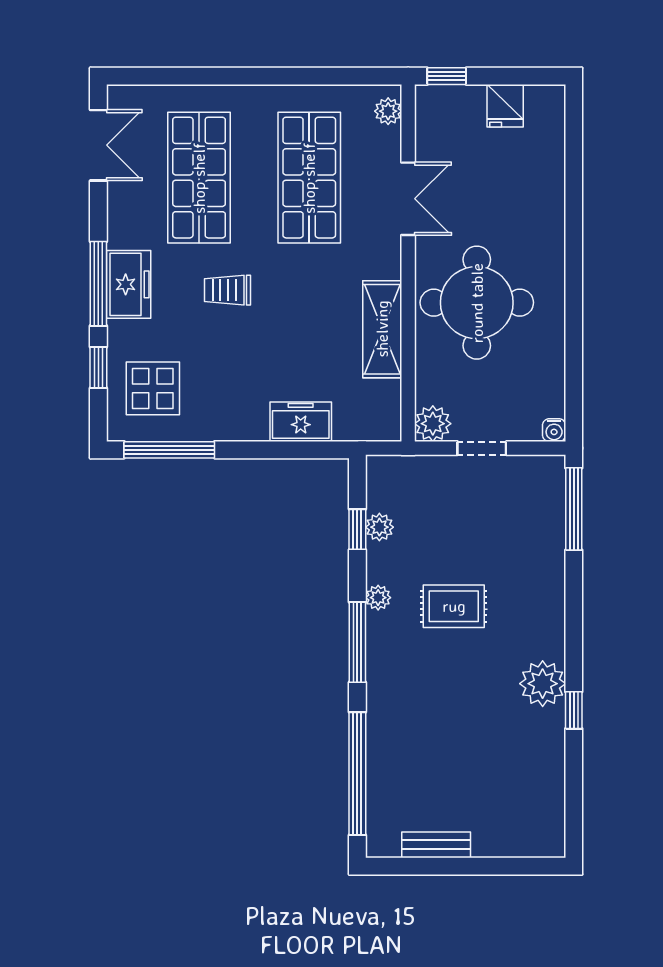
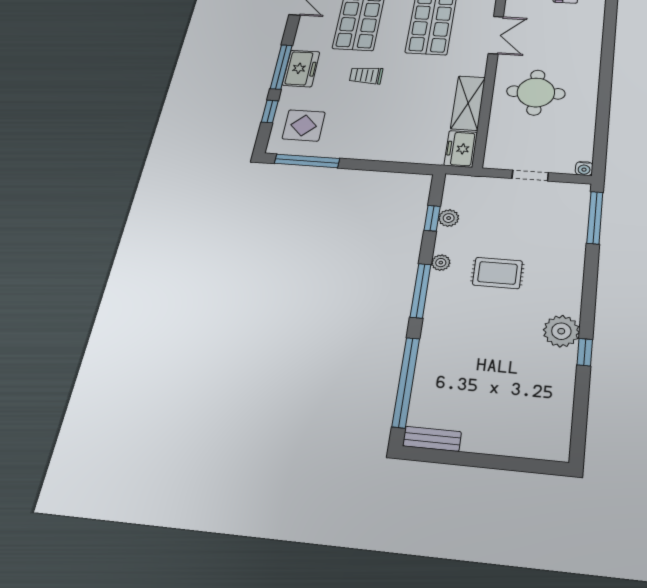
round table: (477, 303) -> (536, 92), width x0.73, depth x0.73
freezer: (301, 422) -> (461, 149), moved, turned -90
plant: (433, 424) -> (496, 159), removed
bench: (436, 845) -> (432, 439), moved

